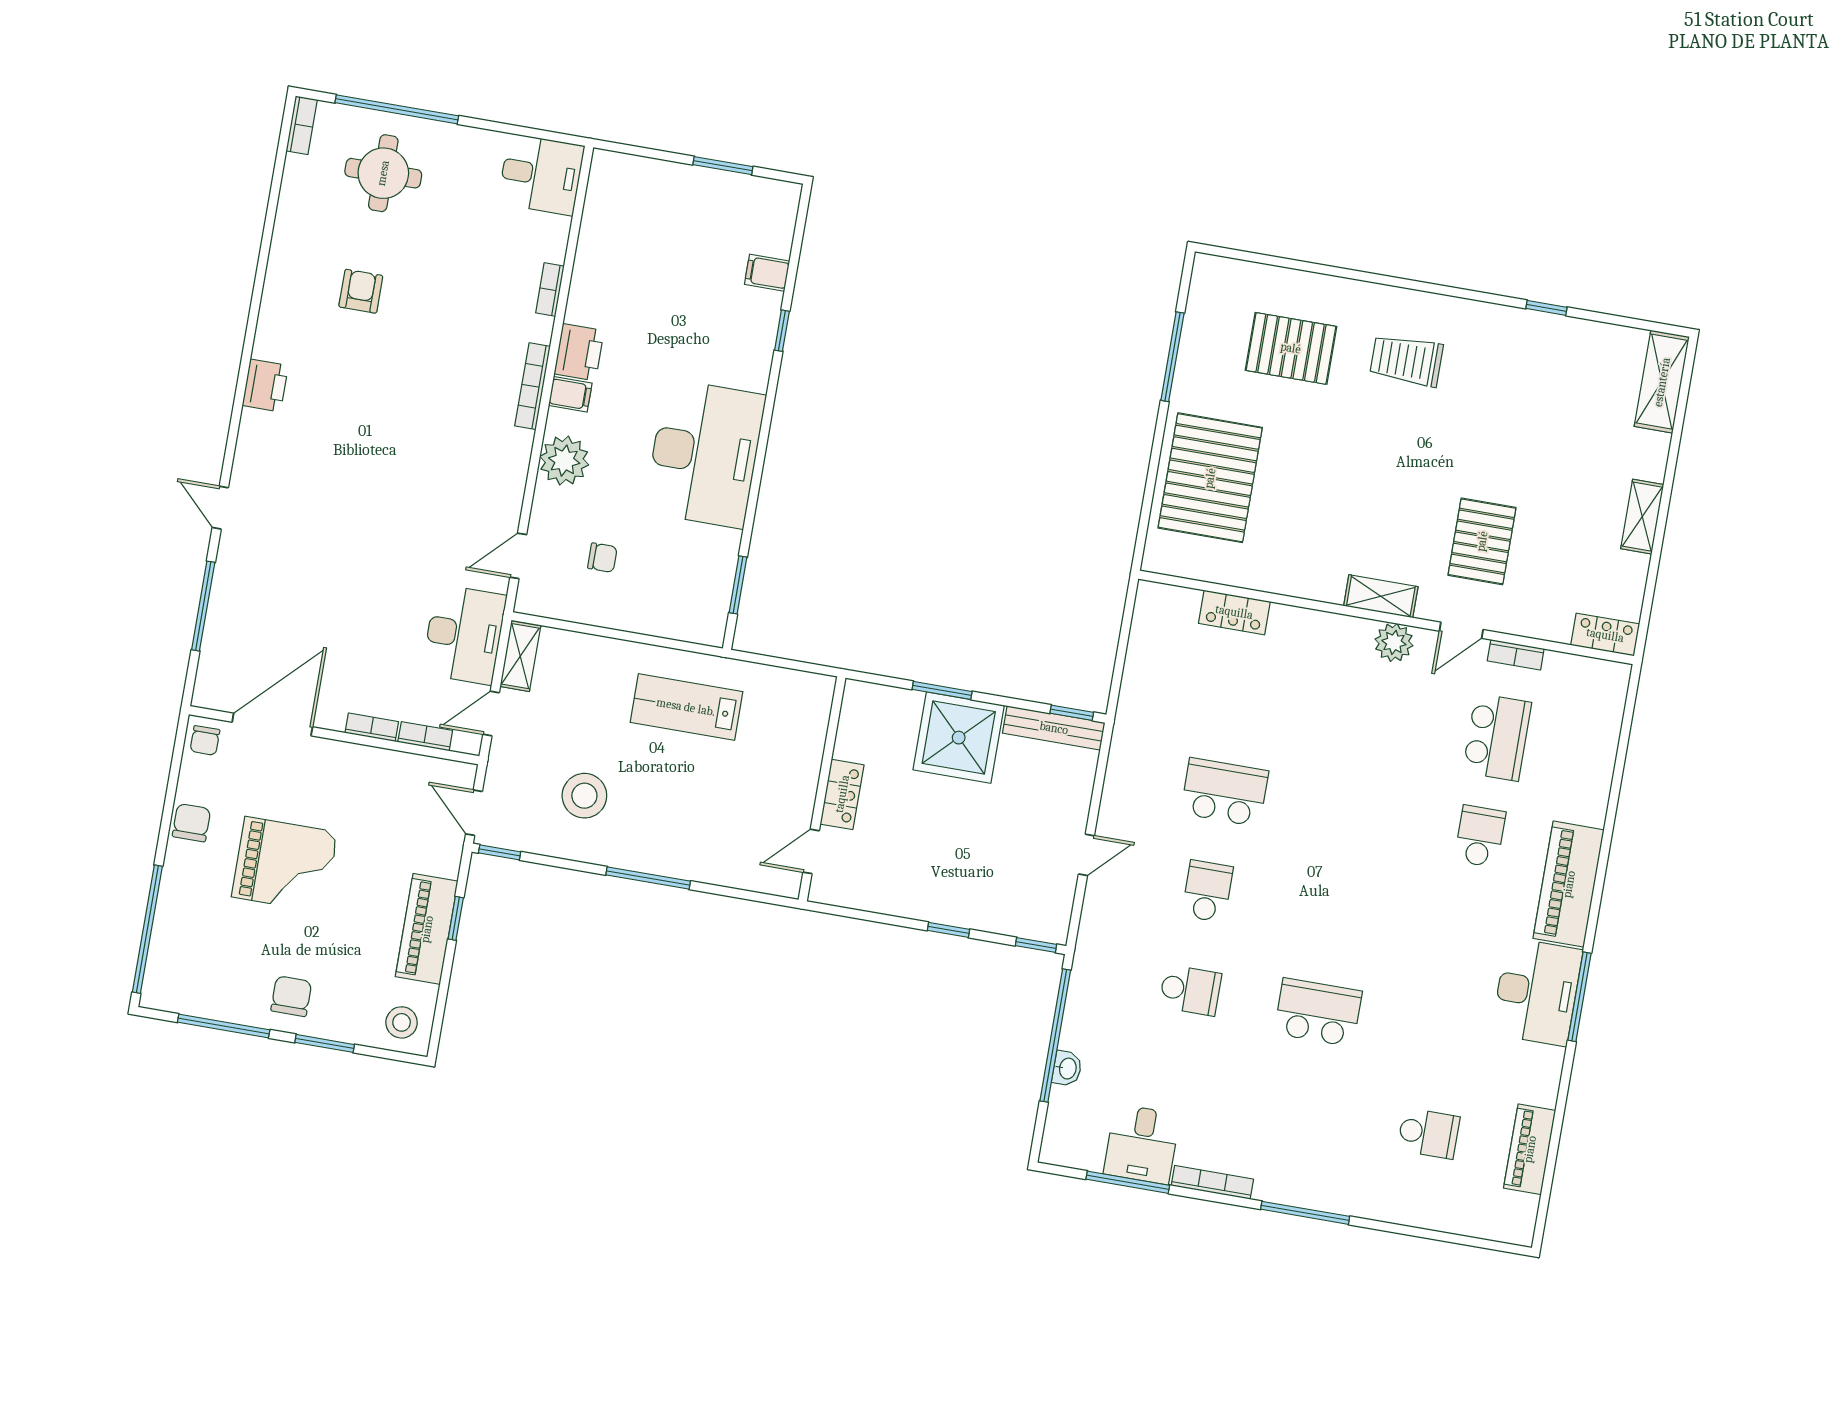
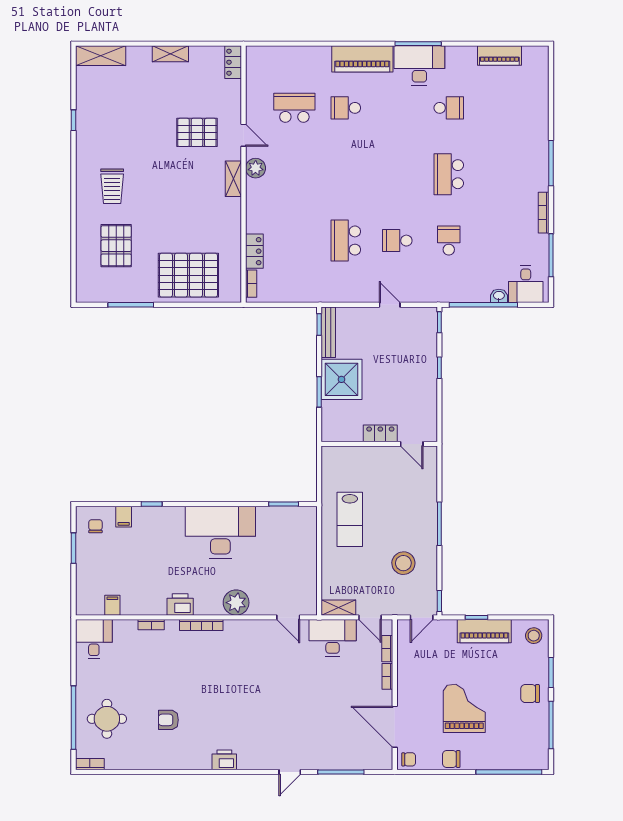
filing cabinet: (570, 394) -> (112, 605), moved
chair: (602, 558) -> (95, 526), moved
bookcase: (1516, 655) -> (251, 284), moved
school desk: (1429, 1133) -> (449, 108), moved, turned 90
desk: (1142, 1144) -> (526, 284), moved, turned 90

